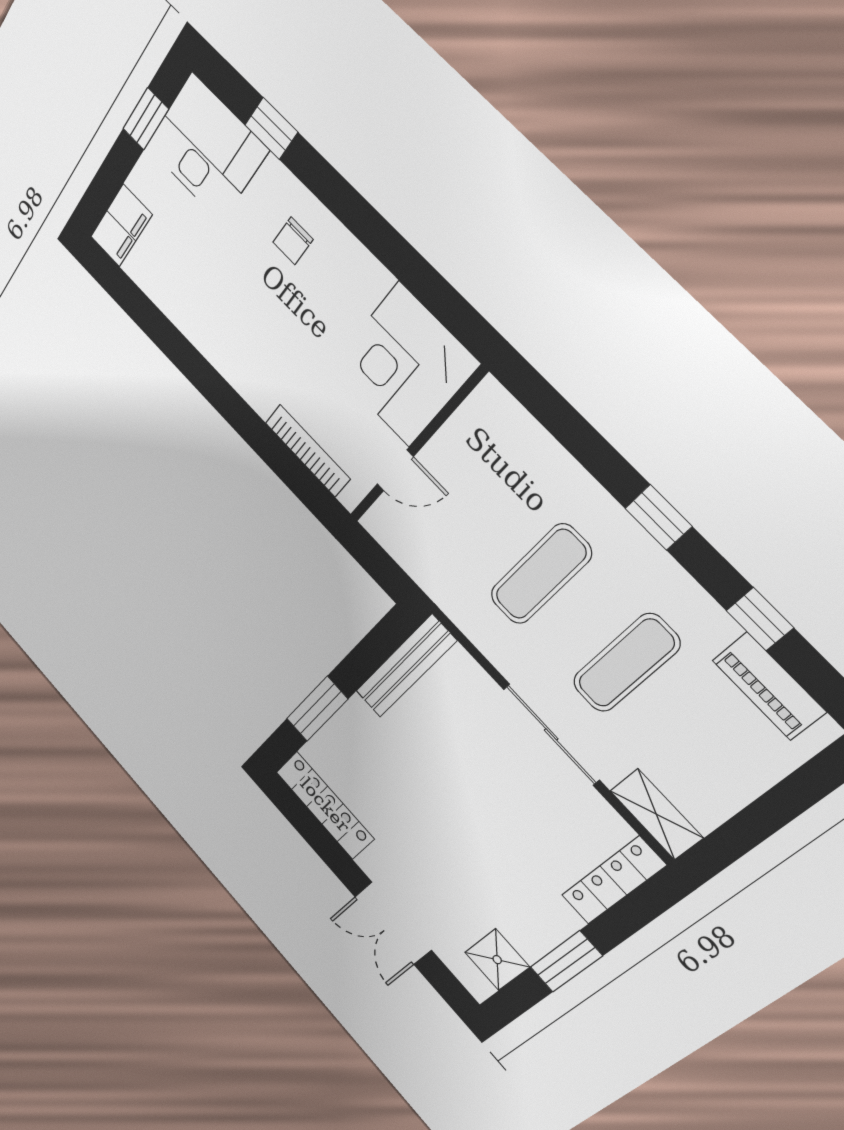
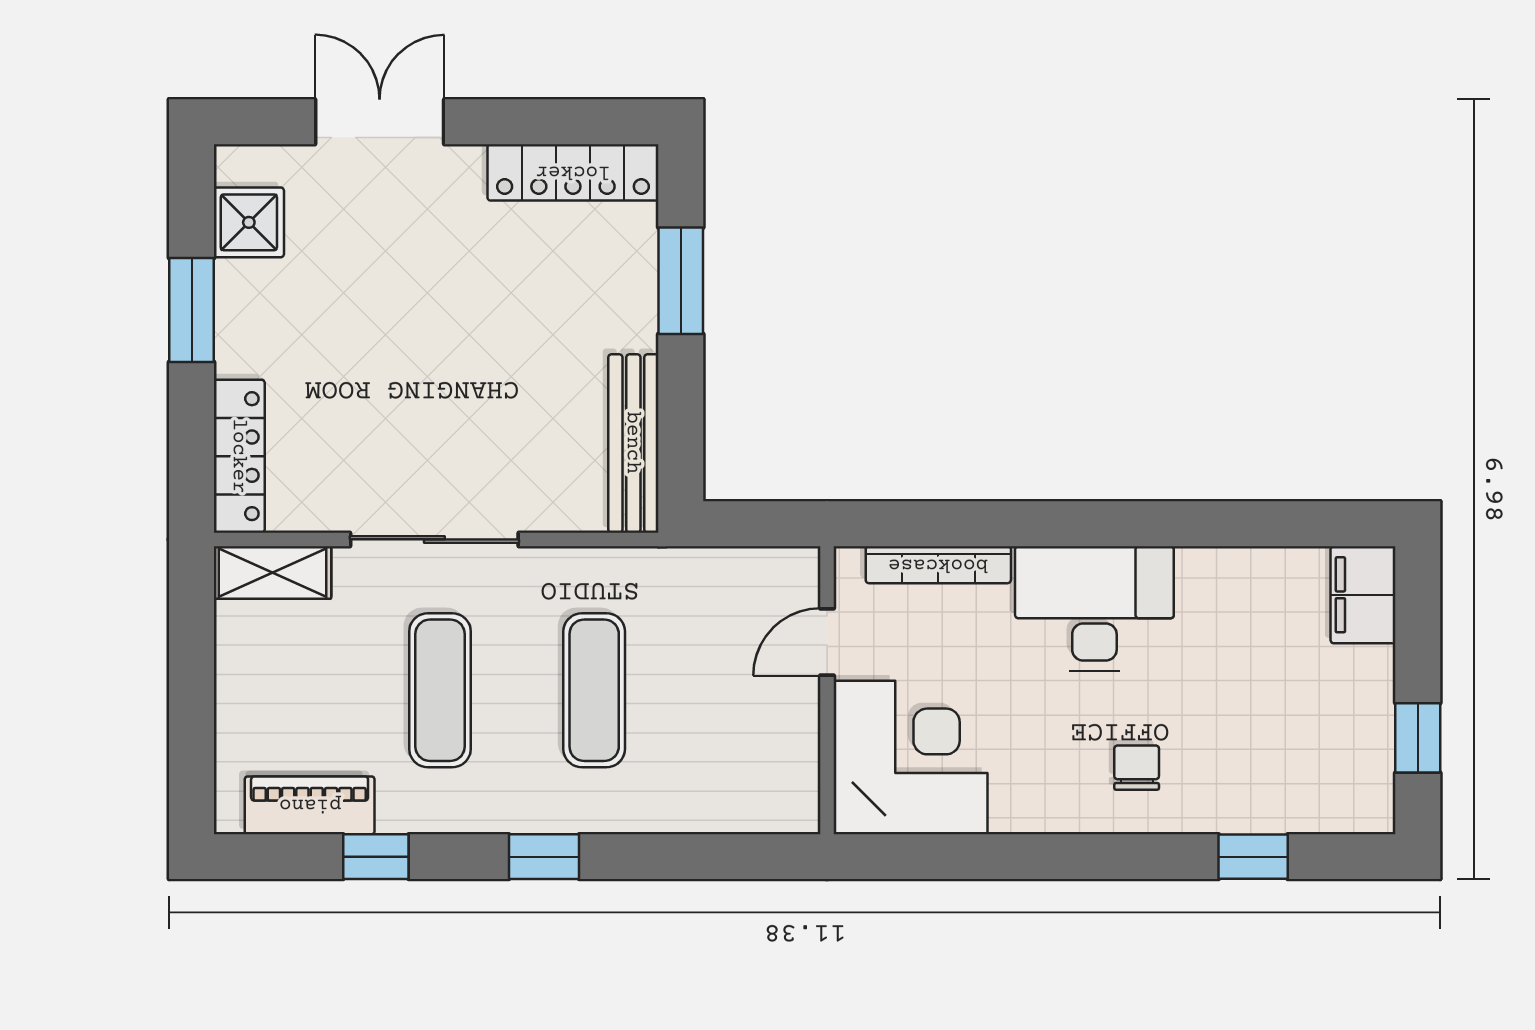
desk: (207, 148) -> (1094, 608), moved, turned 180

